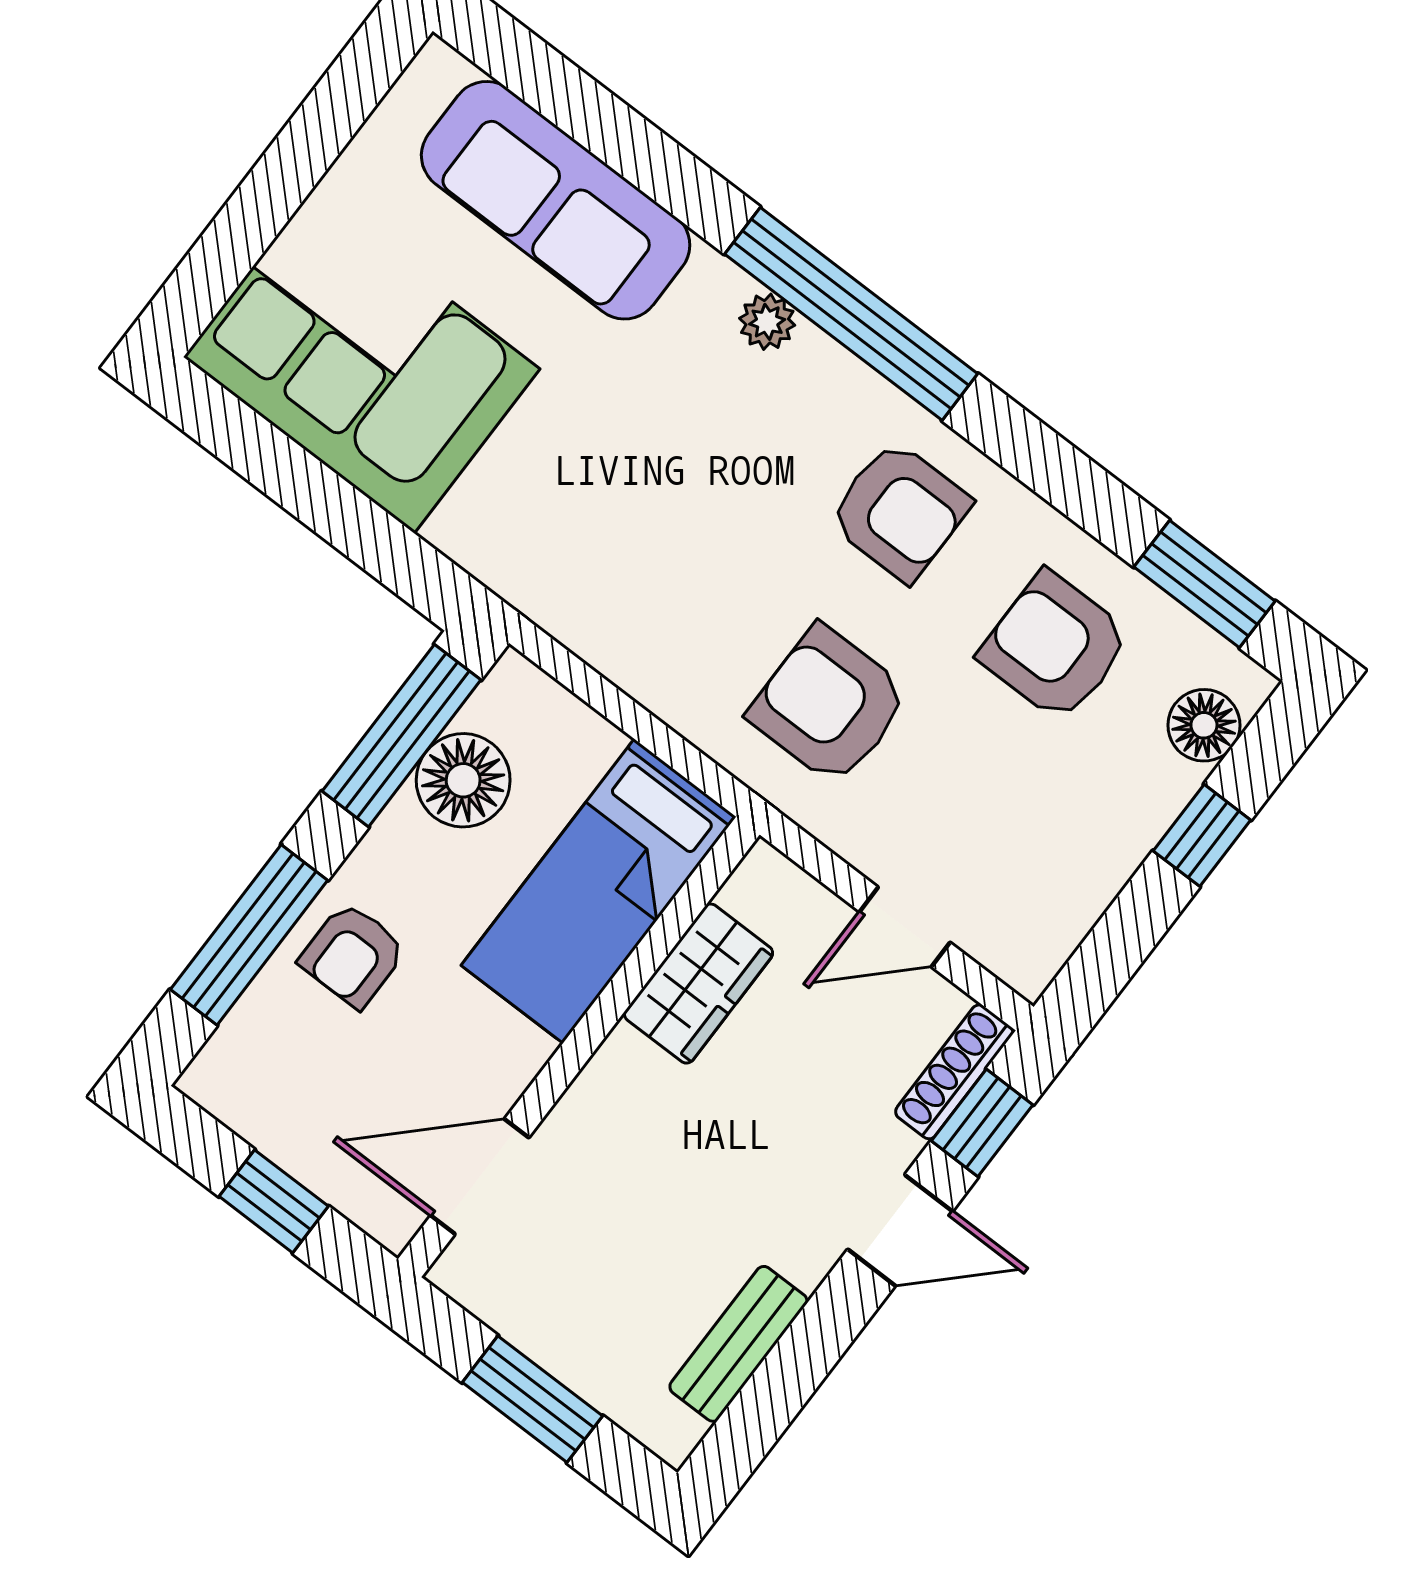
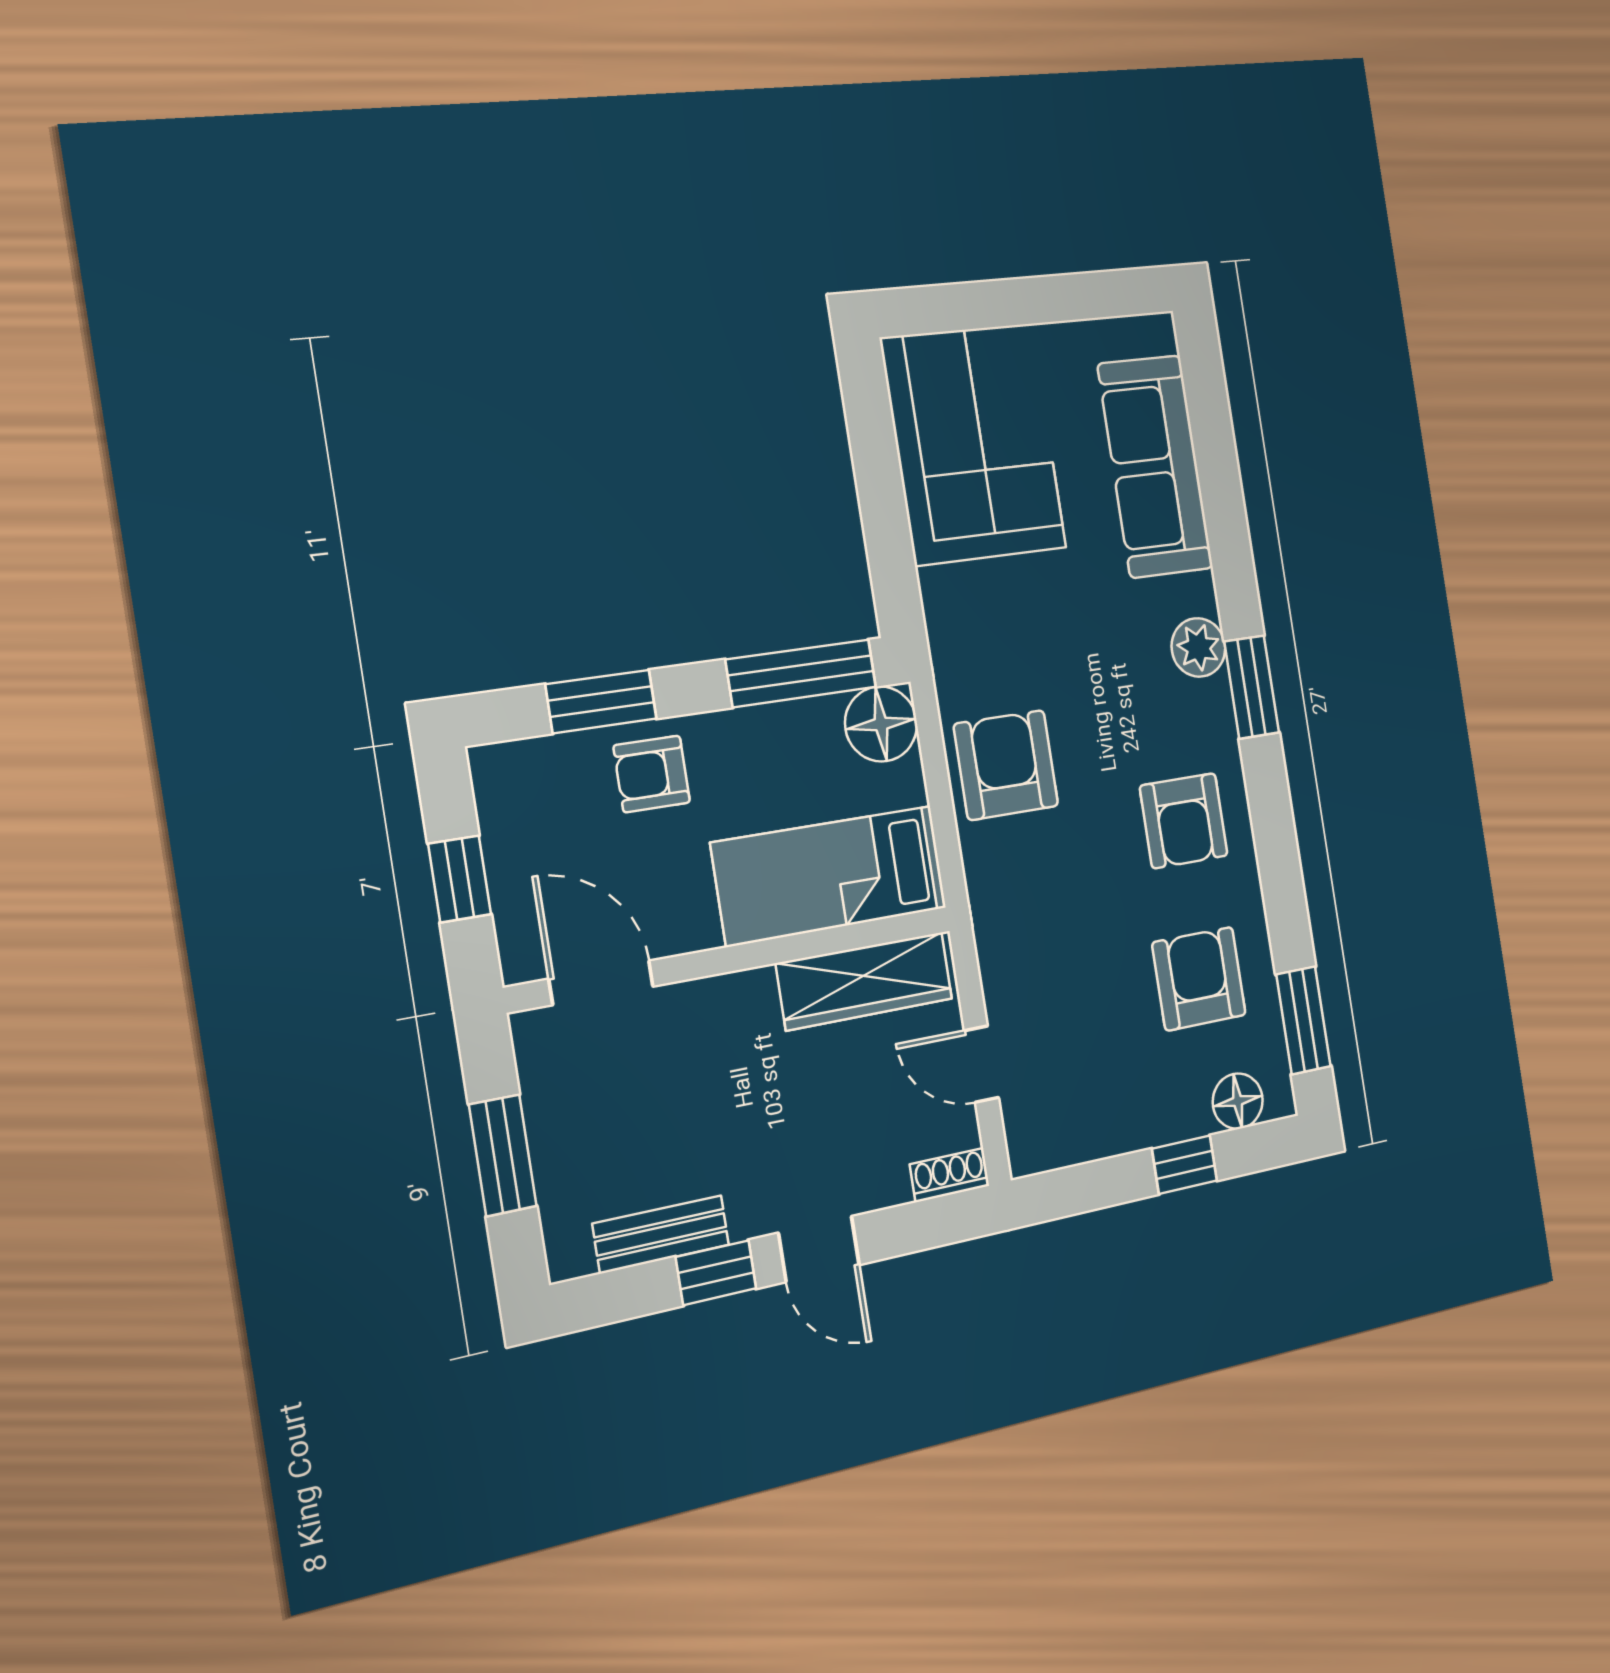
window: (851, 314) -> (1252, 687), width x0.47
plant: (767, 322) -> (1198, 647), width x1.38, depth x1.38
armchair: (829, 705) -> (1006, 765), moved
floor lamp: (463, 780) -> (881, 724), moved
window: (249, 935) -> (601, 702), width x0.69
wardrobe: (698, 984) -> (865, 981), width x1.50
shoe rack: (954, 1072) -> (950, 1175), width x0.70
window: (982, 1123) -> (716, 1273), moved

